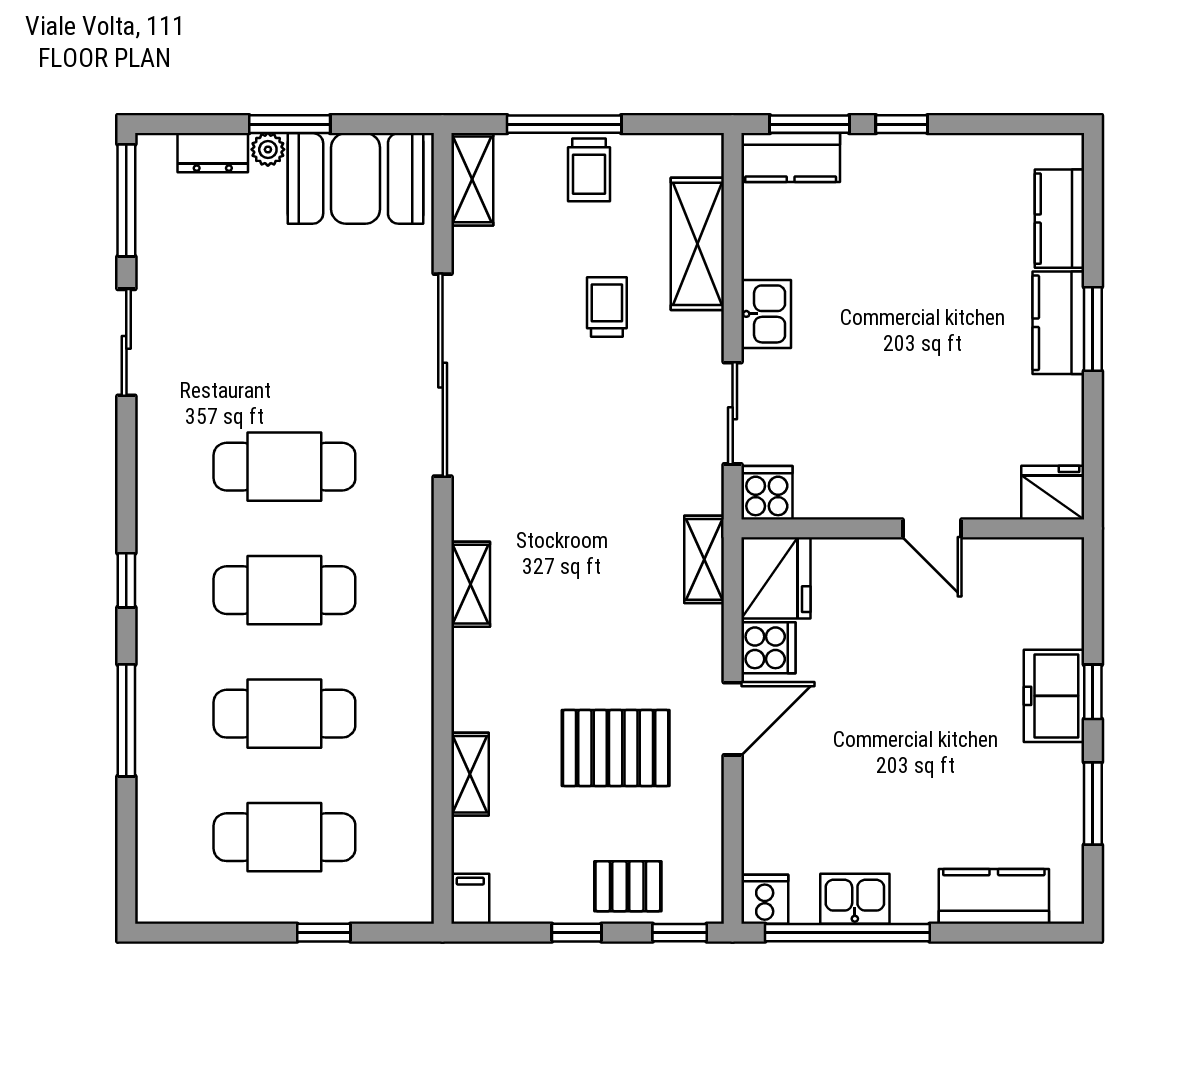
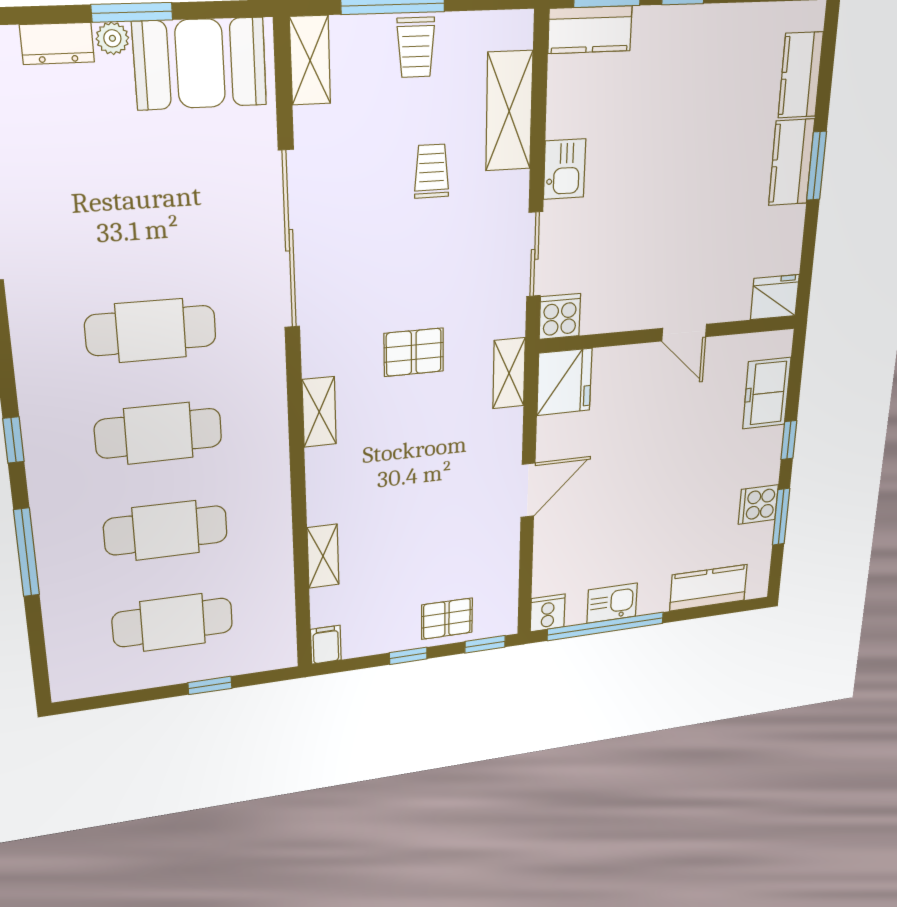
cooker: (768, 648) -> (758, 504), moved, turned 180
freezer: (1054, 696) -> (767, 393), moved
pallet: (616, 748) -> (414, 352), moved, width x0.67, depth x0.71

